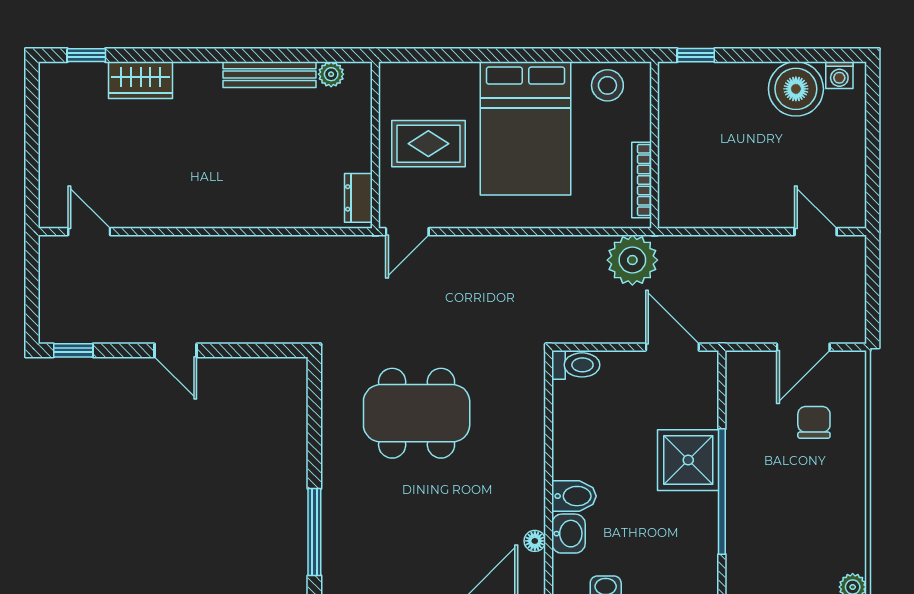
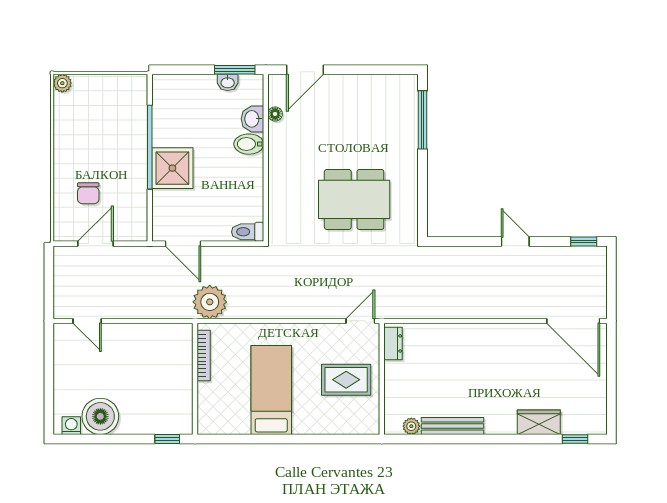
stool: (607, 85) -> (226, 419), removed
bed: (525, 128) -> (271, 390), width x0.67
door: (89, 232) -> (573, 321), width x1.88

